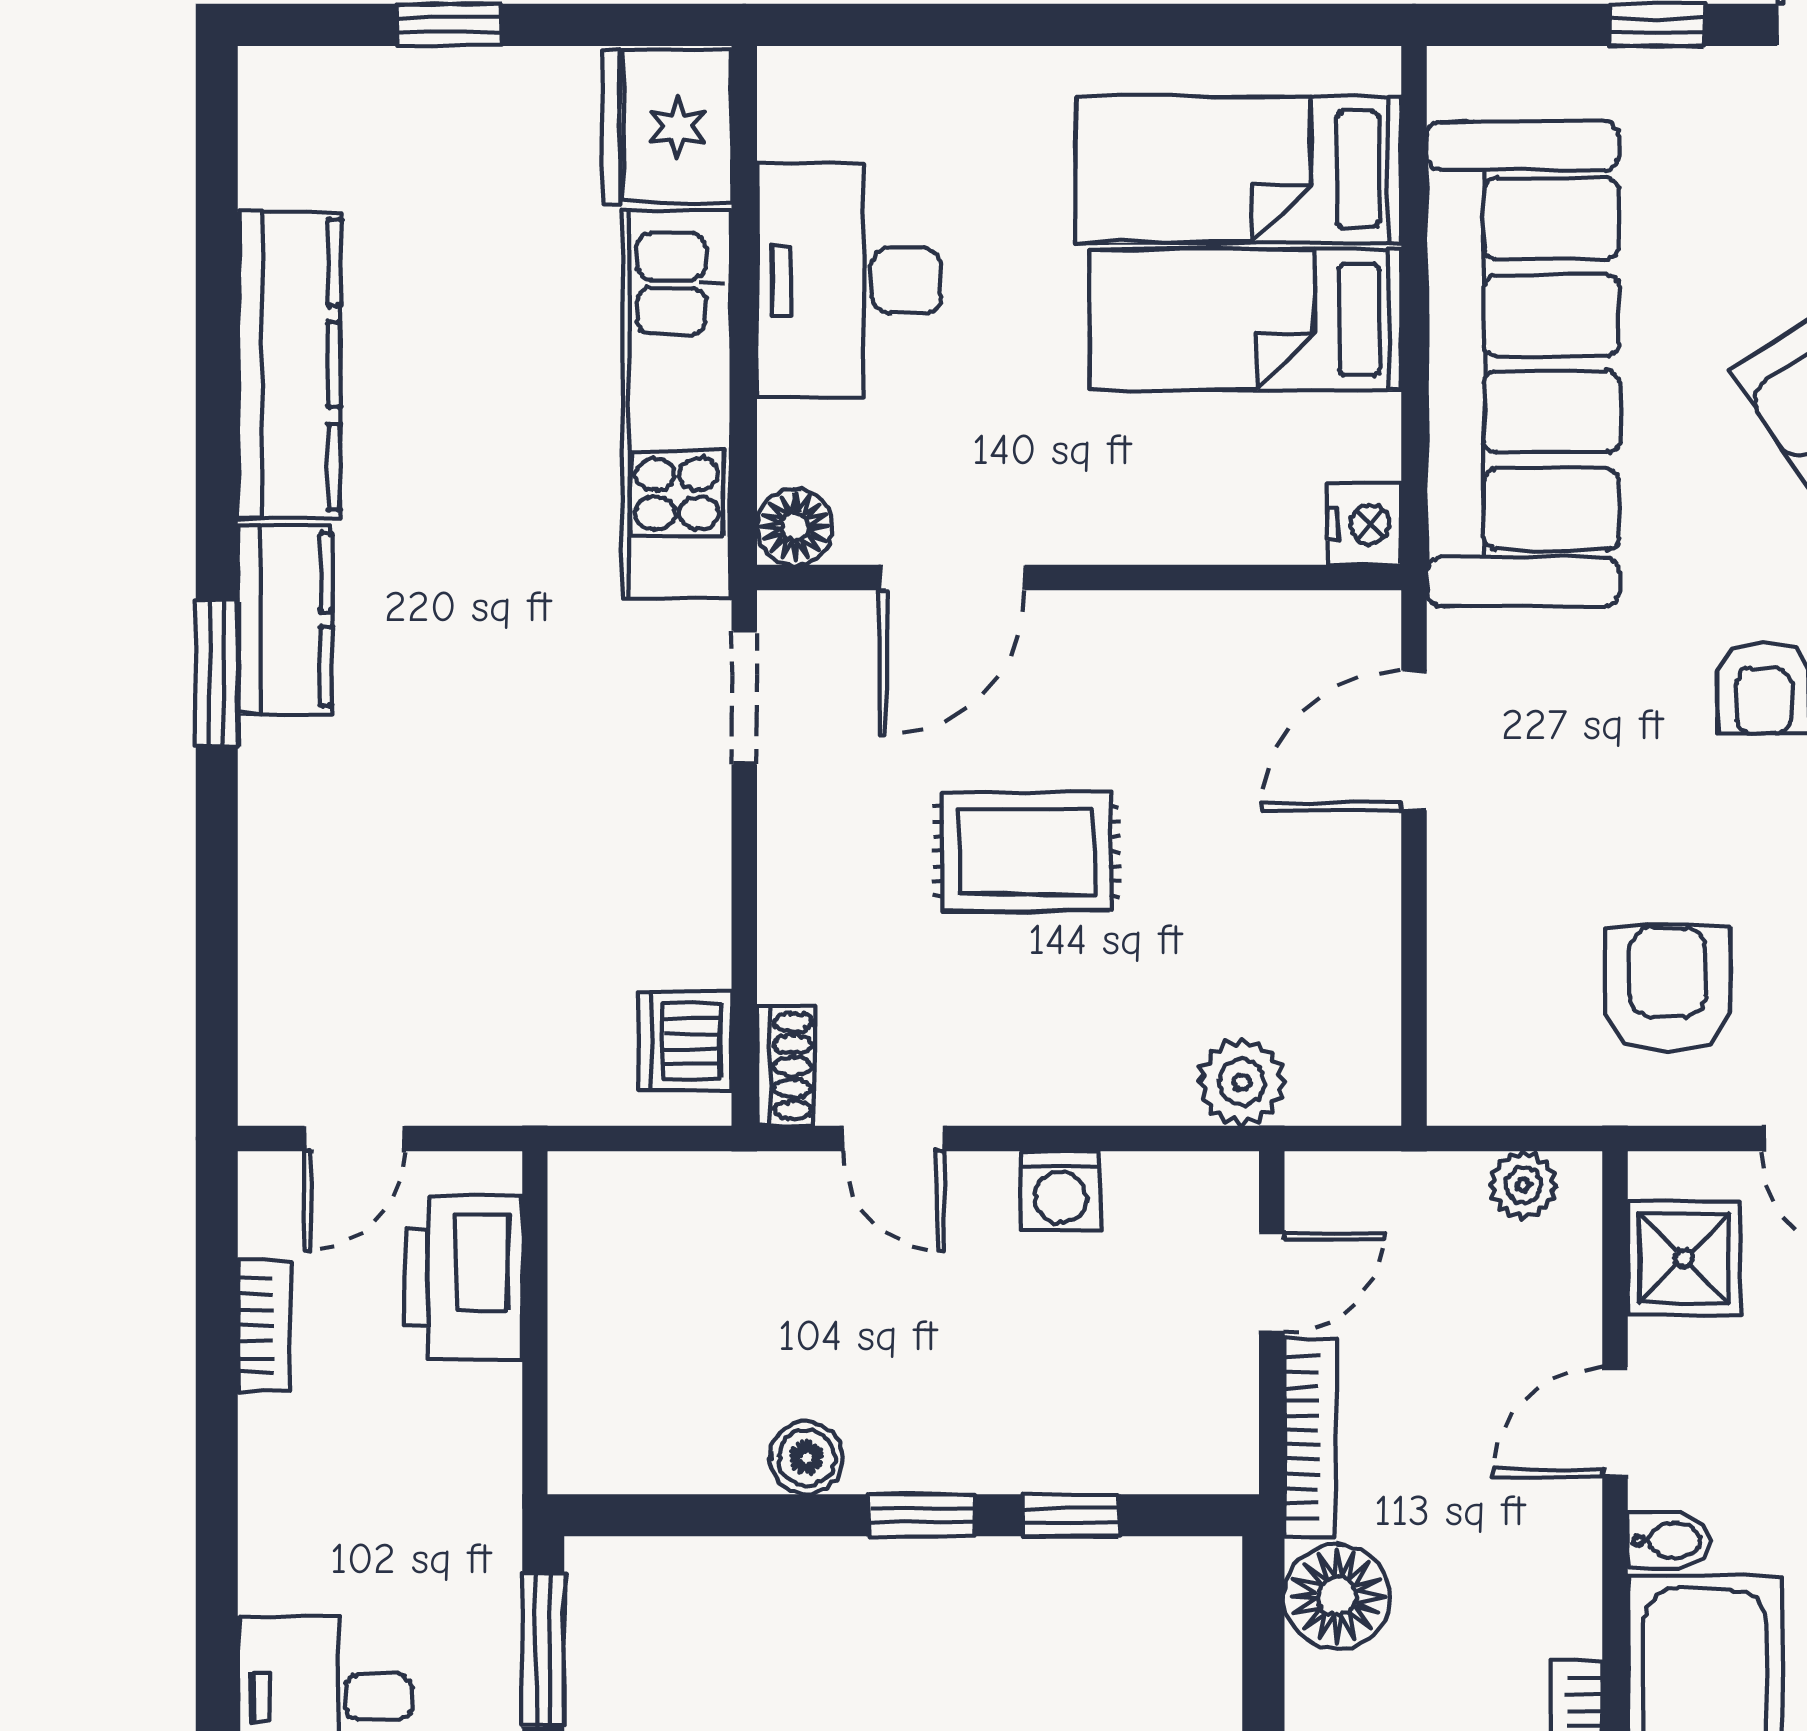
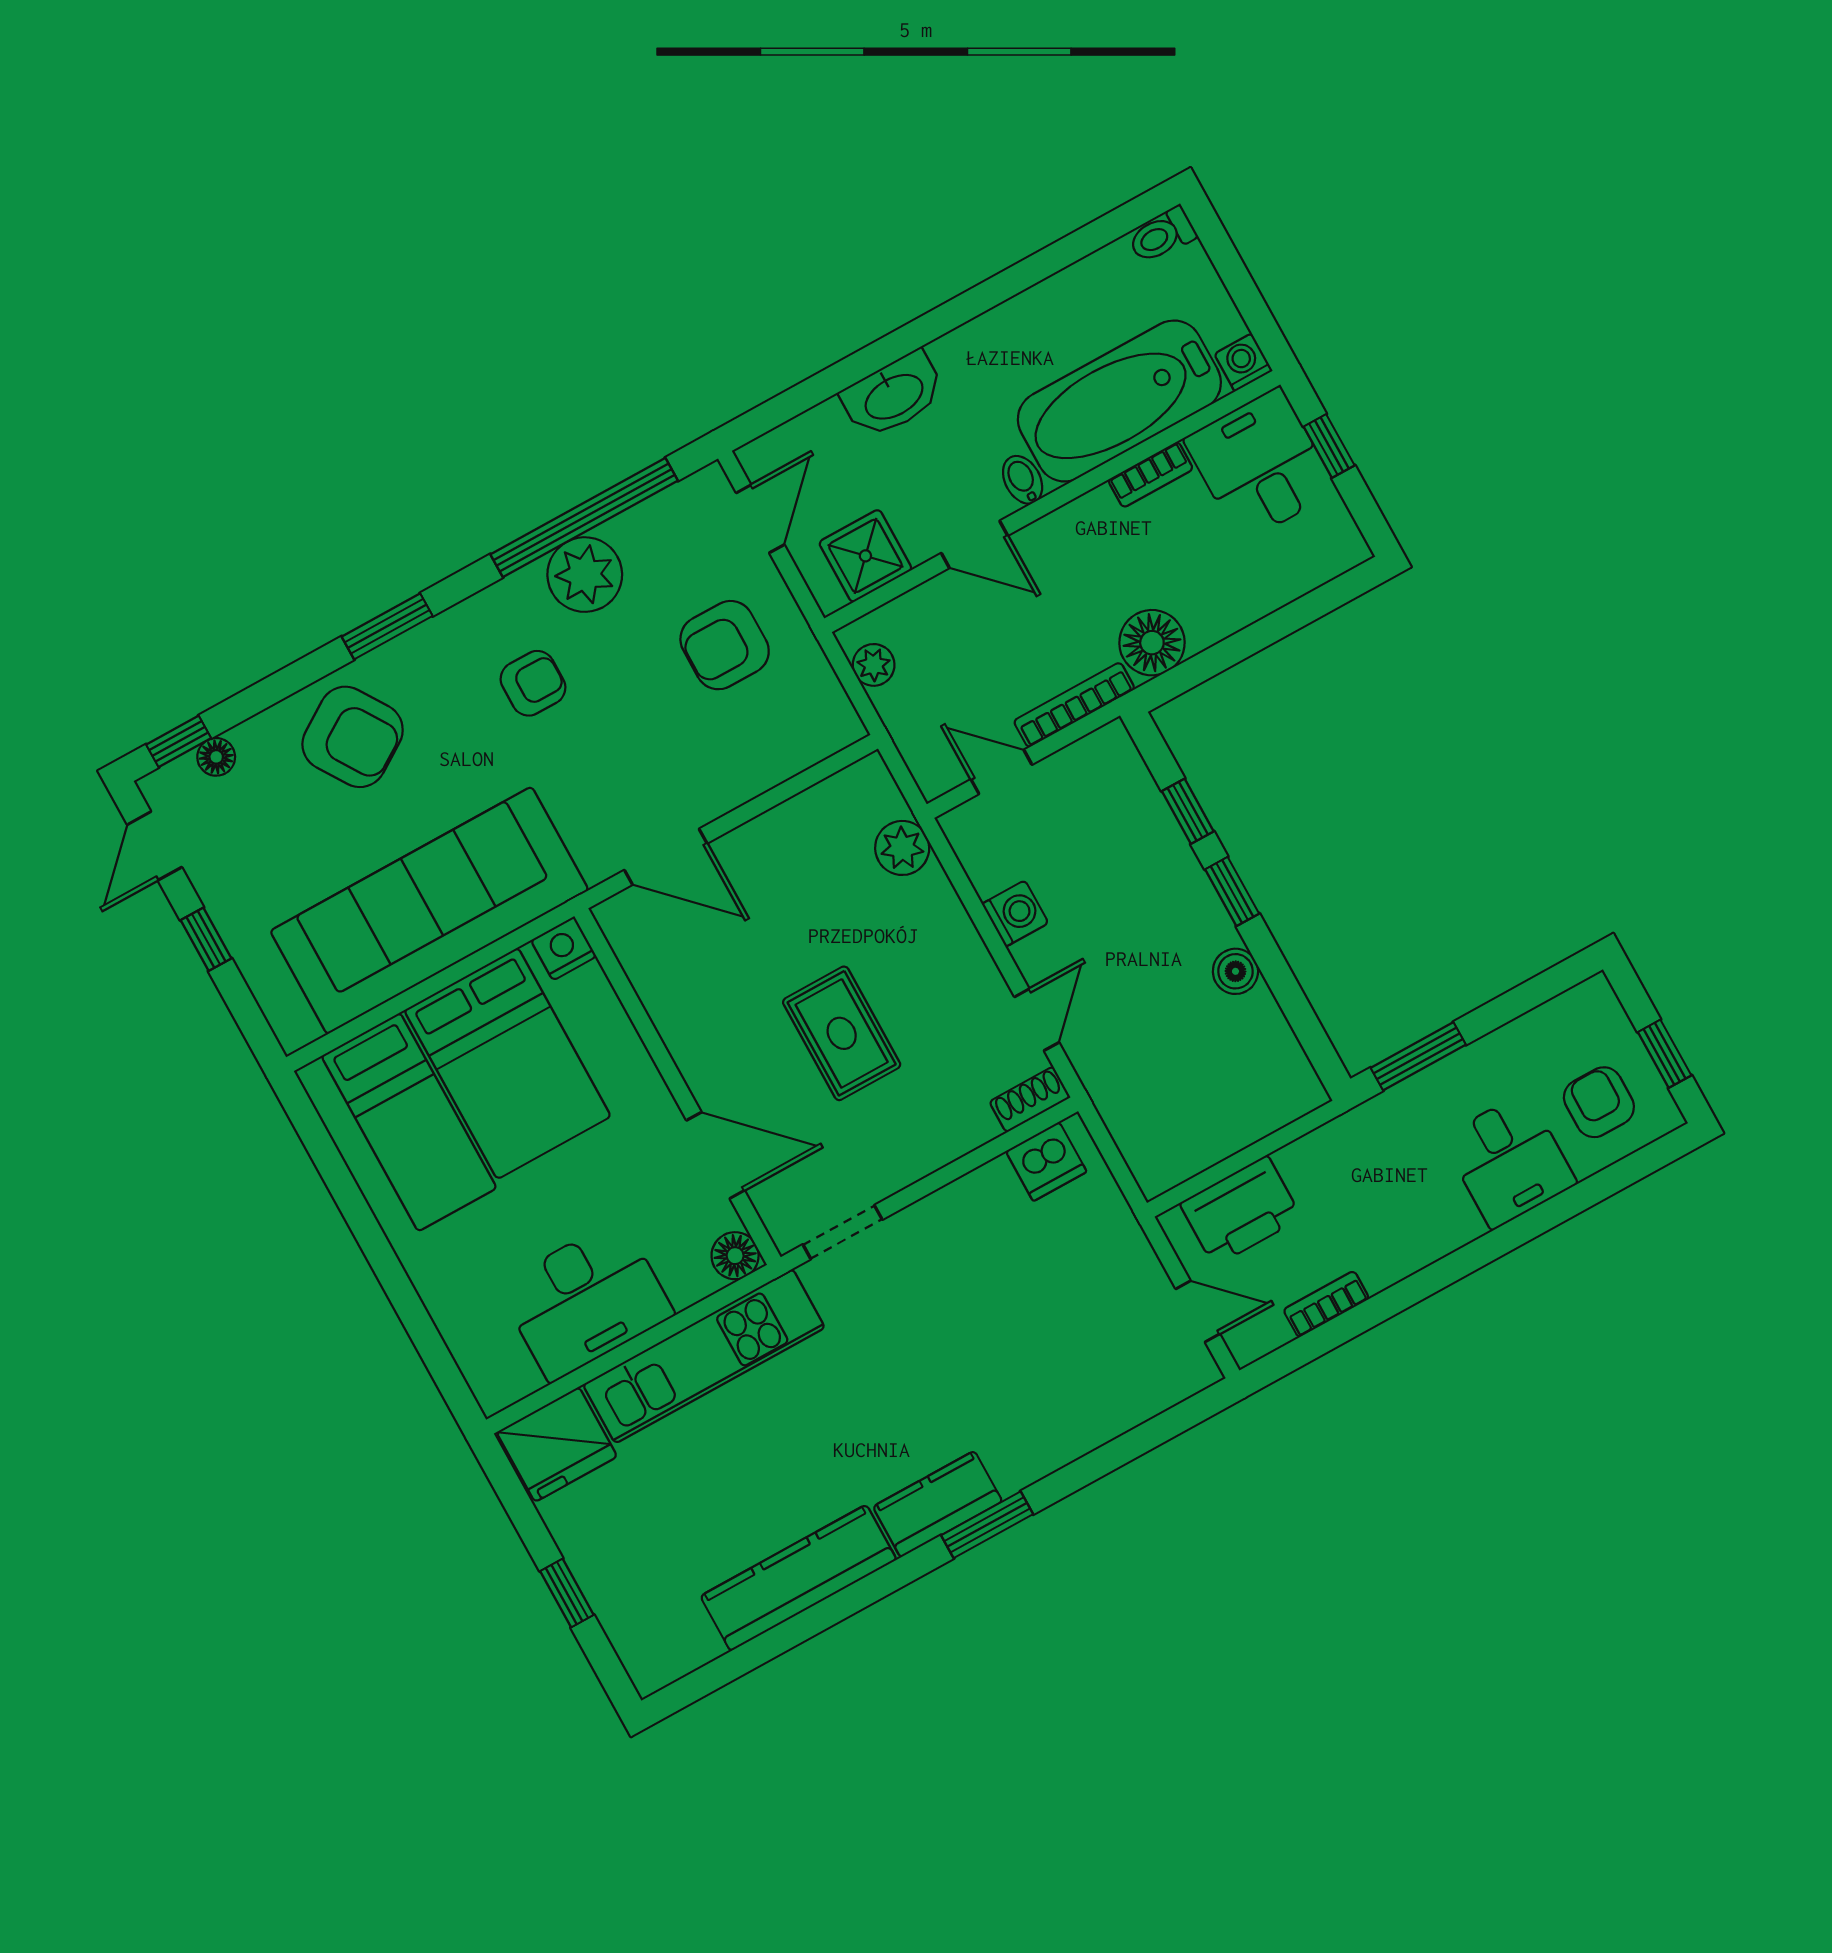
bed: (1245, 320) -> (507, 1063), width x1.50

